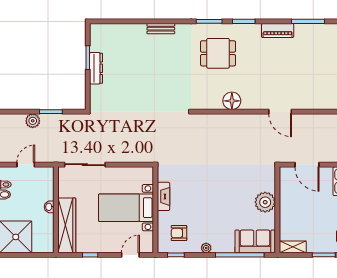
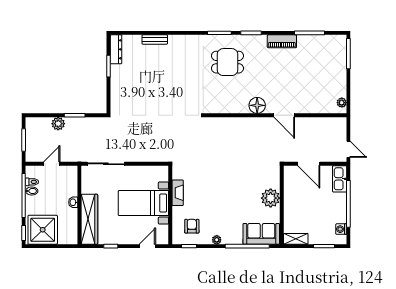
bench: (161, 29) -> (155, 40), moved
dresser: (96, 68) -> (116, 49), moved
floor lamp: (232, 101) -> (257, 105), moved
armchair: (179, 233) -> (192, 226), turned 90

